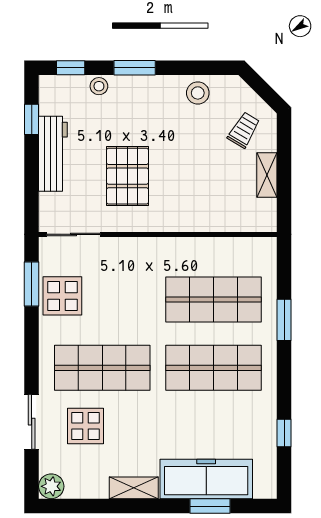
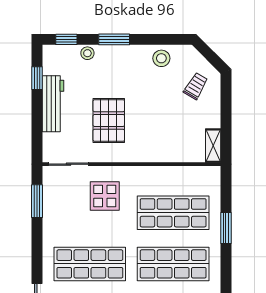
shelving: (267, 175) -> (213, 146), moved
display table: (62, 296) -> (105, 196), moved

